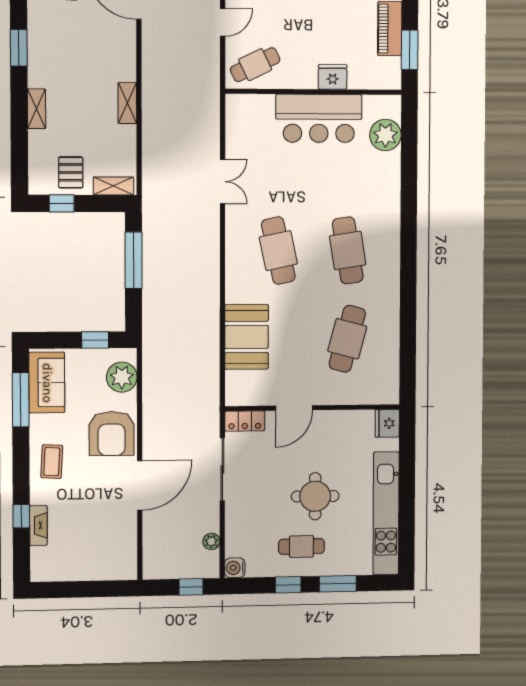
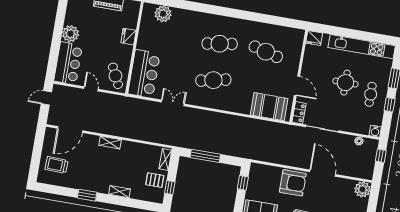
shelving: (127, 103) -> (110, 143), moved
bar counter: (319, 118) -> (144, 74), moved
booth: (247, 337) -> (269, 107), moved
plant: (122, 377) -> (362, 189), moved

